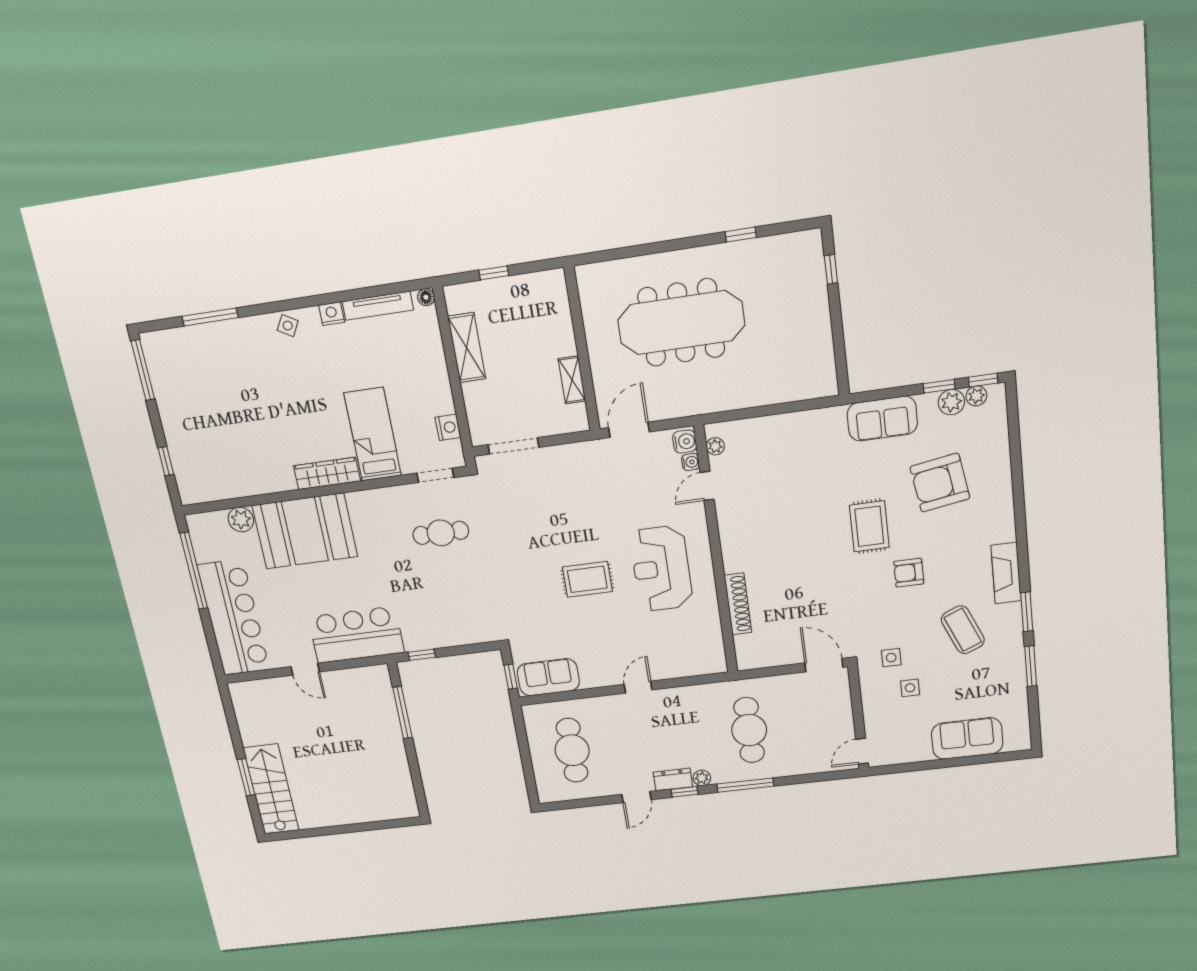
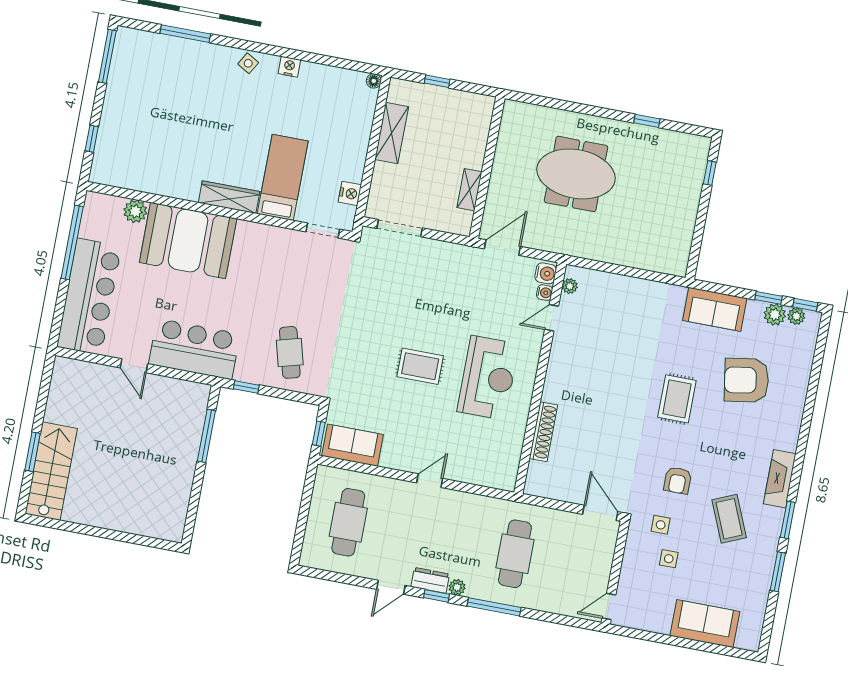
tv unit: (378, 306) -> (331, 74), removed
meeting table: (681, 323) -> (576, 174), width x0.73
cafe table: (441, 533) -> (290, 352), moved, turned 75
reception desk: (661, 569) -> (488, 378), turned 180
armchair: (909, 573) -> (678, 480), moved, turned -90

